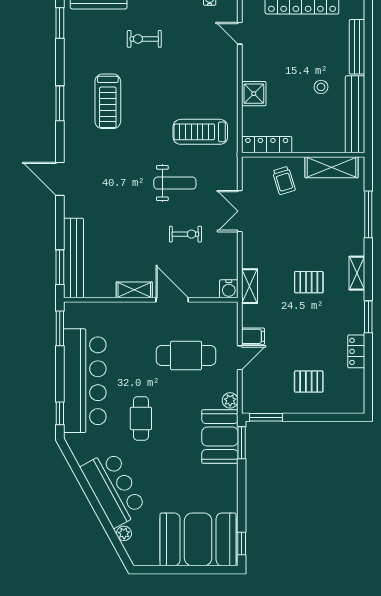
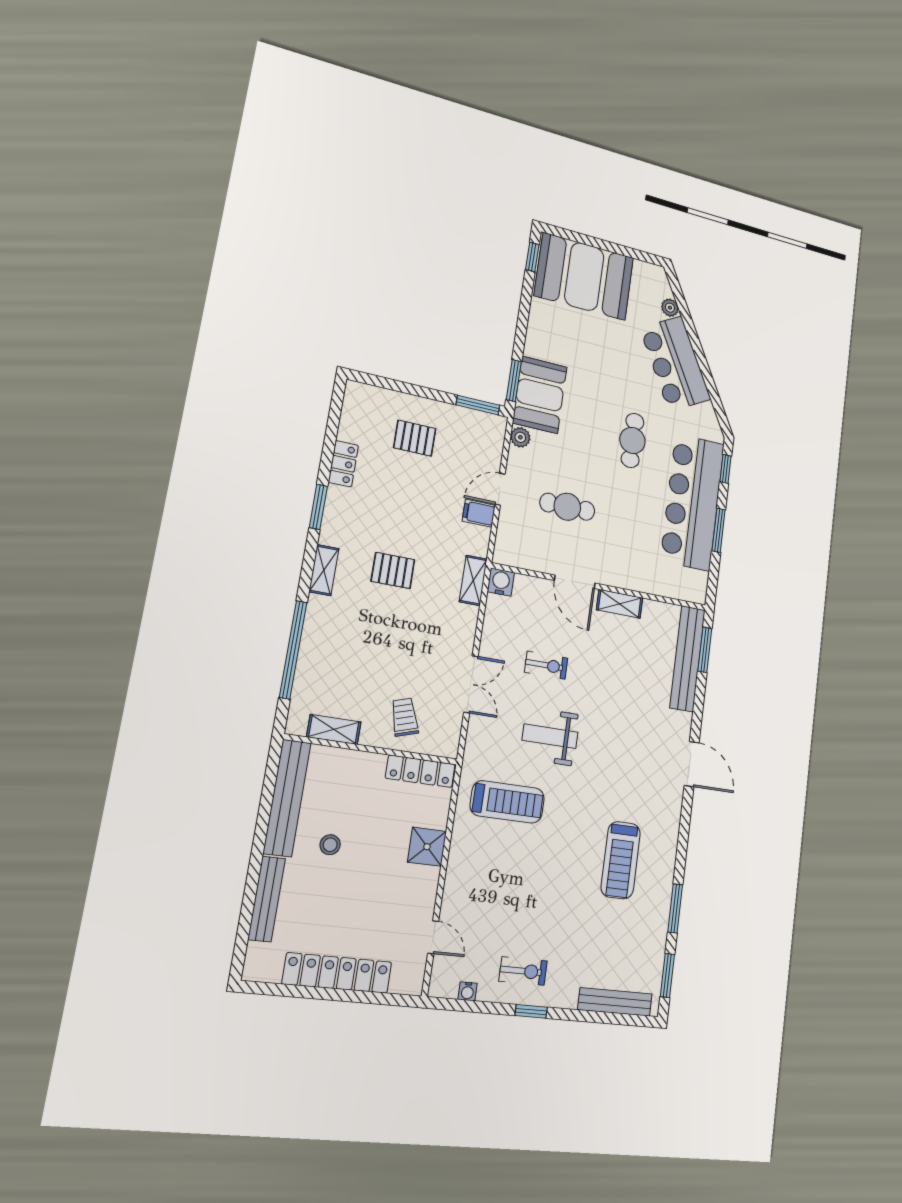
exercise bike: (144, 39) -> (523, 971), moved
treadmill: (108, 101) -> (621, 860), turned 180
window: (60, 103) -> (675, 908), moved
shelving: (332, 167) -> (334, 729), width x0.67, depth x0.75
window: (368, 214) -> (293, 650), width x1.46
exercise bike: (185, 234) -> (546, 665), turned 180
window: (60, 328) -> (719, 530), moved
cafe table: (186, 355) -> (567, 507), width x0.73, depth x0.74

